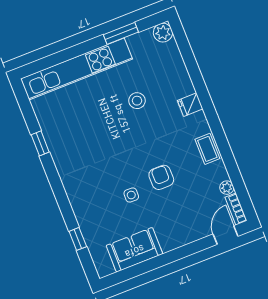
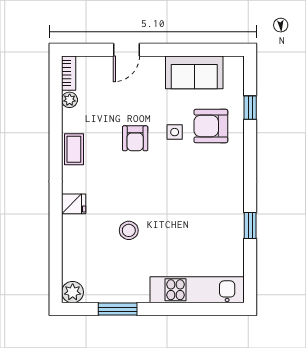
kitchen unit: (76, 69) -> (197, 290), width x0.73
armchair: (104, 212) -> (211, 126), added
door: (226, 235) -> (126, 50), moved

